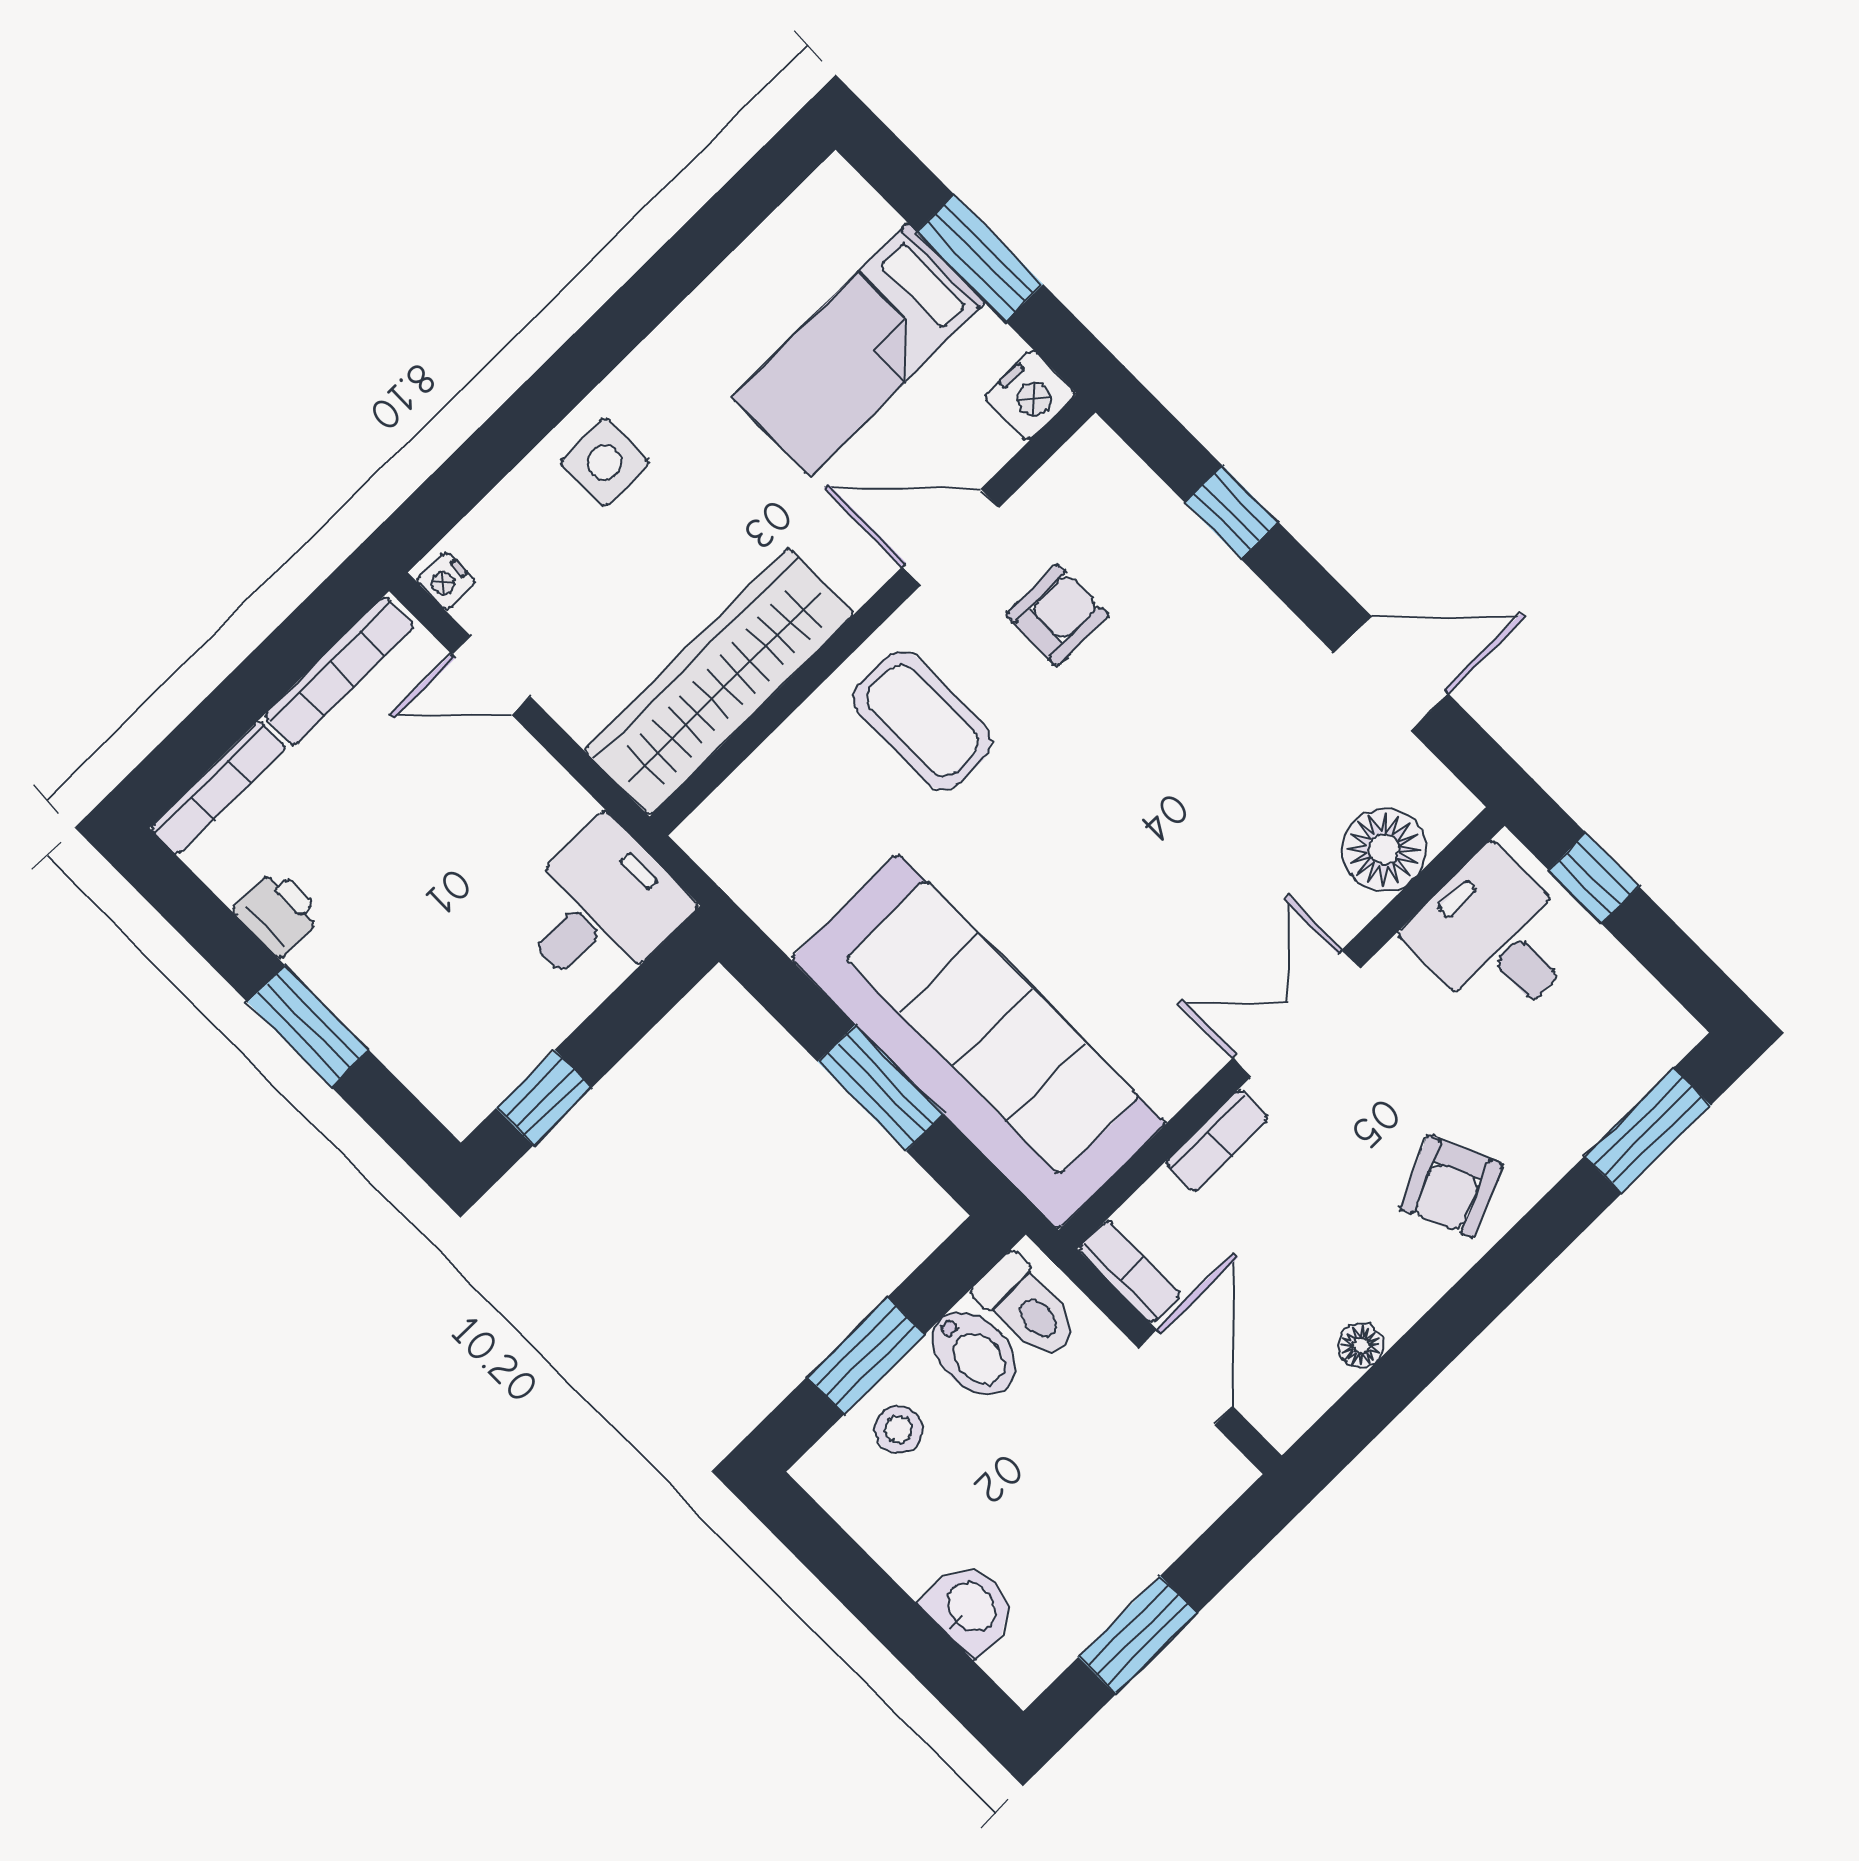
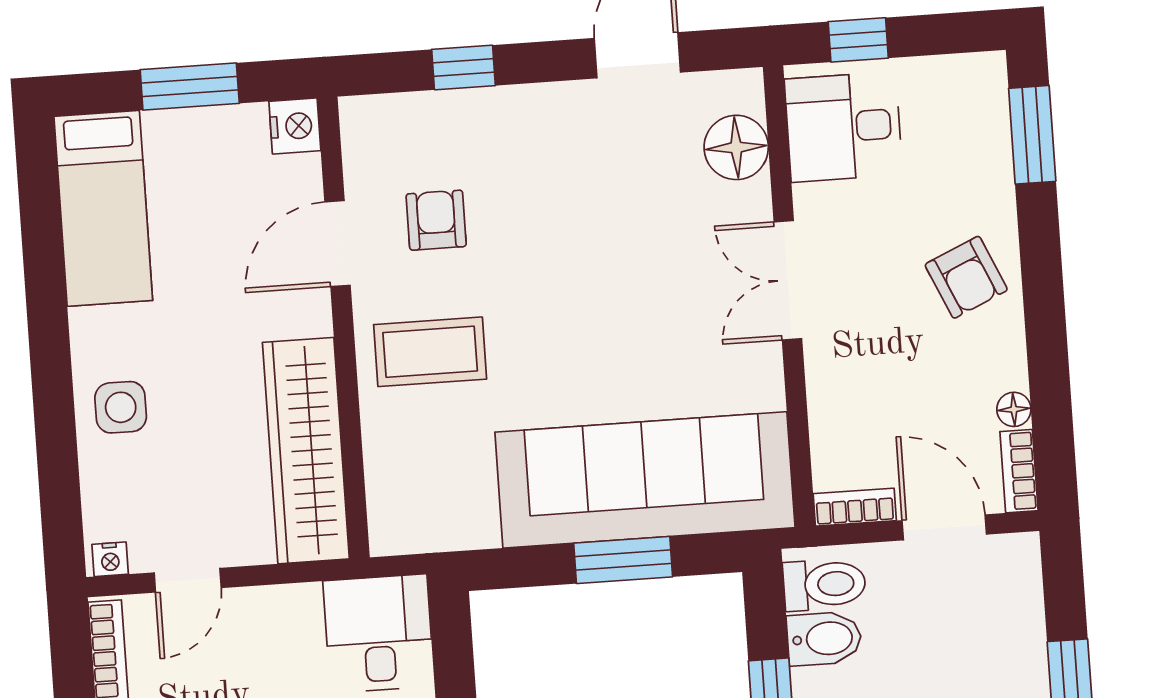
bed: (859, 349) -> (103, 208), moved
bookcase: (1217, 1141) -> (1019, 471), moved, turned 180

